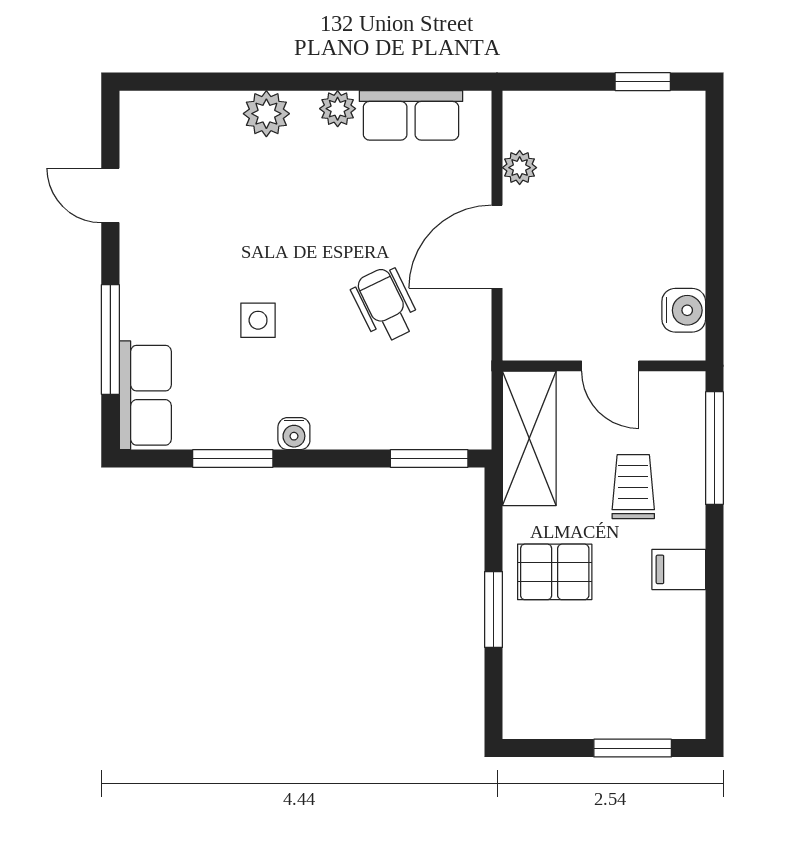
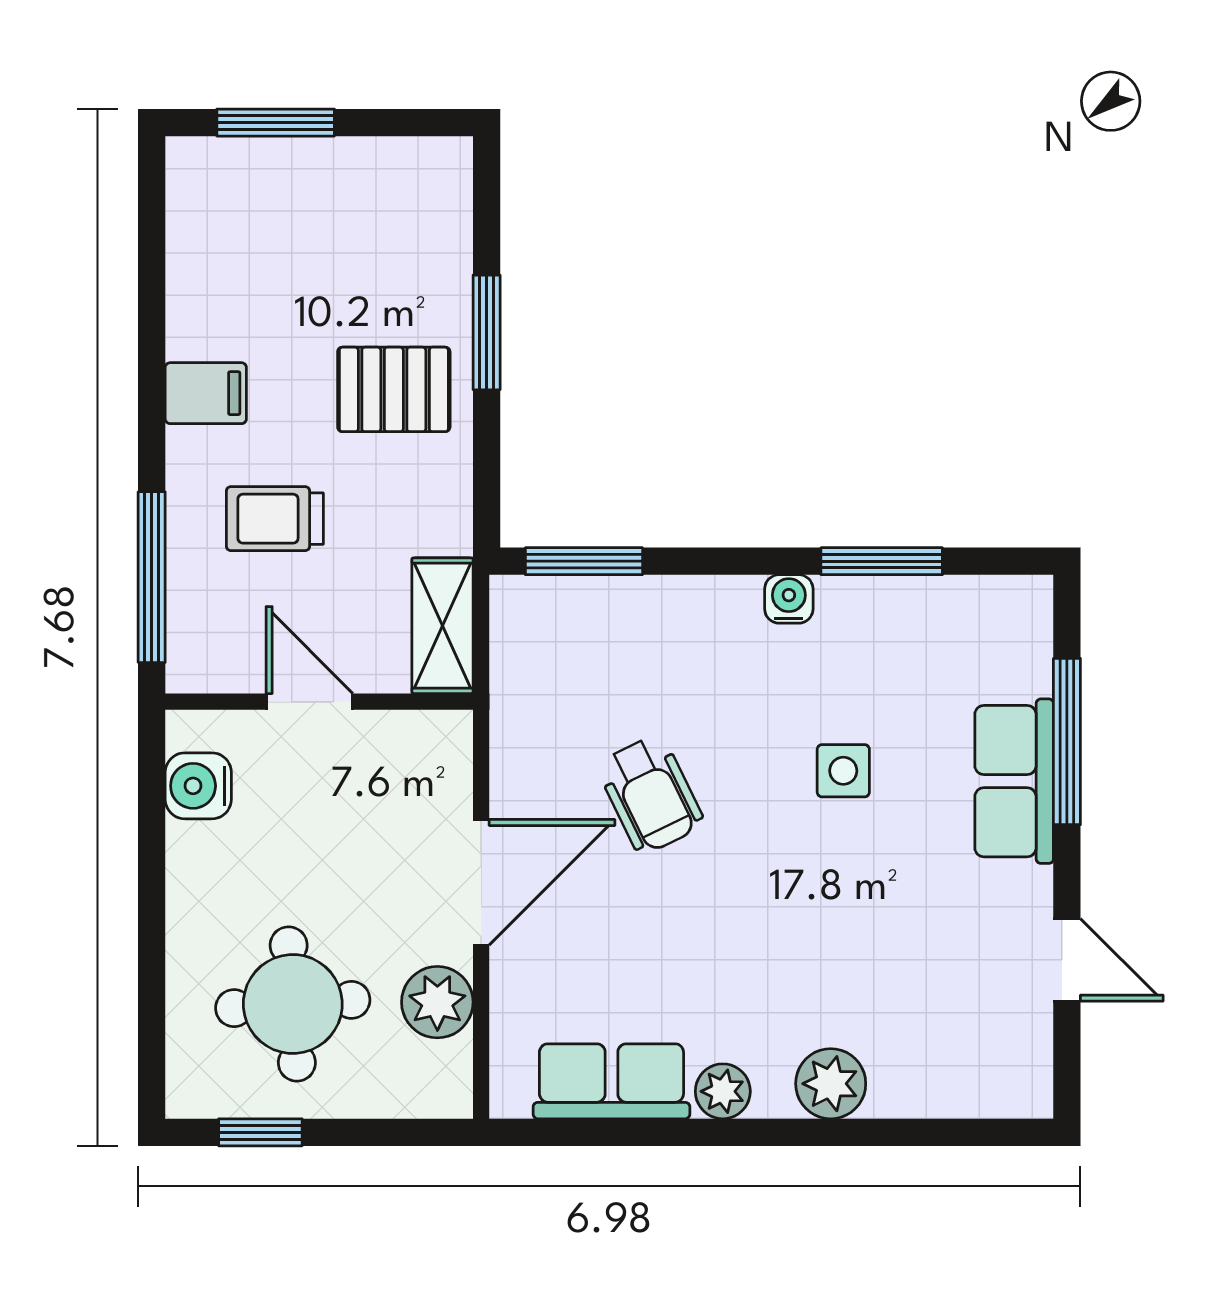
round table: (621, 166) -> (293, 1004), added
plant: (520, 168) -> (437, 1002), width x1.38, depth x1.38
row of seats: (145, 395) -> (1014, 781), moved
shelving: (529, 438) -> (442, 626), width x0.67, depth x0.75
trolley: (633, 487) -> (275, 519), turned 90

